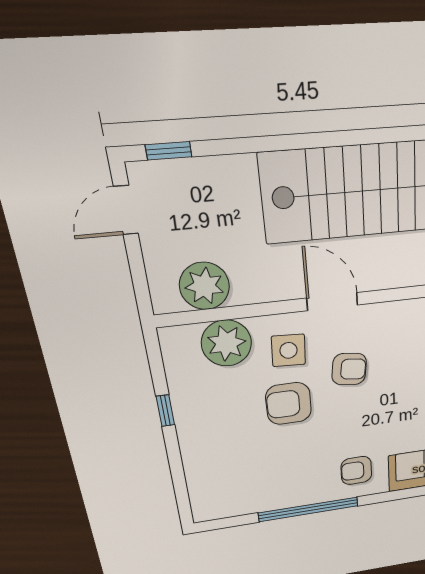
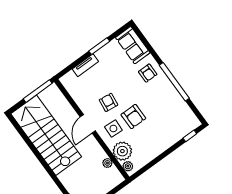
plant: (204, 286) -> (107, 163), width x0.53, depth x0.53
plant: (184, 337) -> (128, 166), added
window: (165, 411) -> (190, 136), moved

